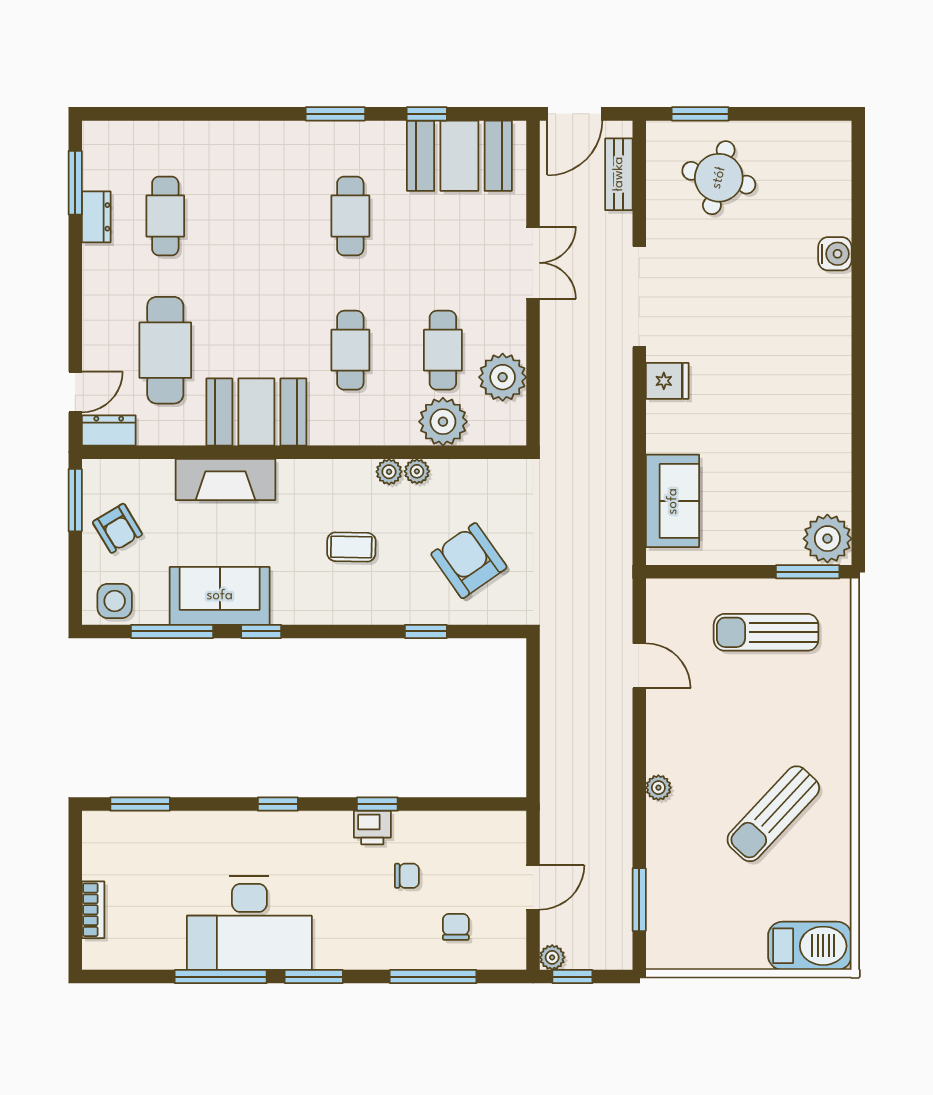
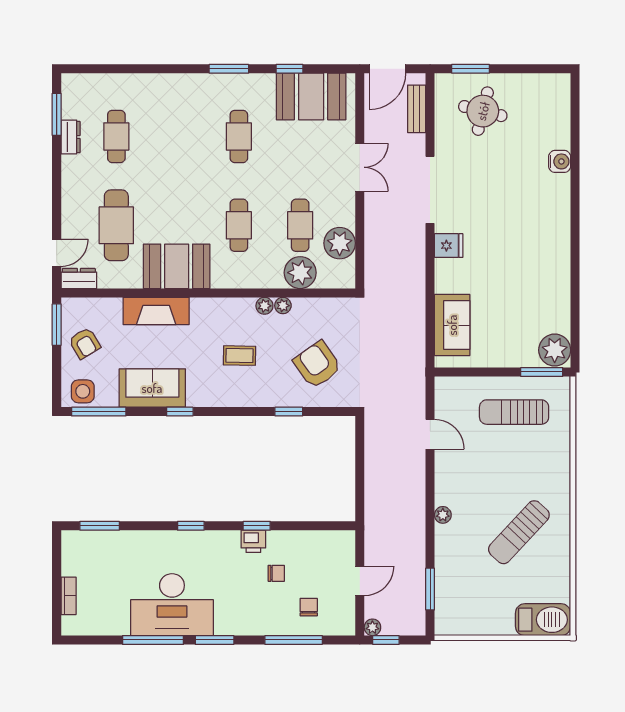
window: (172, 631) -> (99, 412), moved

